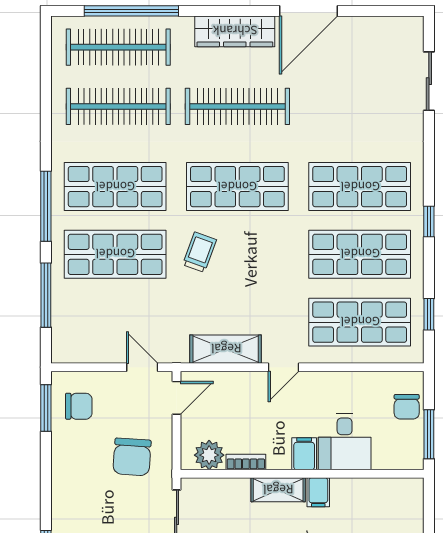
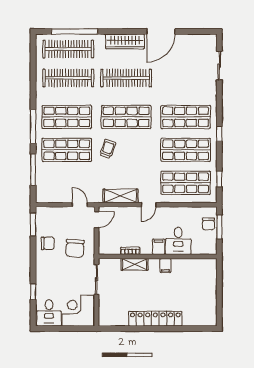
chair: (79, 406) -> (48, 243), moved
window: (429, 434) -> (219, 227), moved
plant: (209, 455) -> (112, 247), removed
shelving: (278, 490) -> (135, 264), moved

